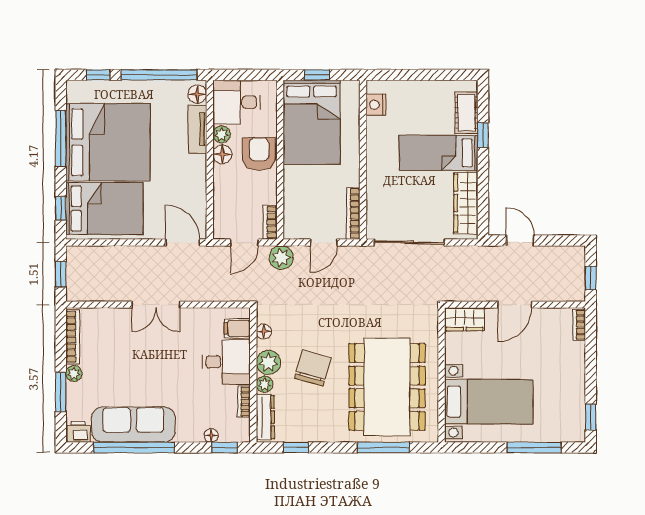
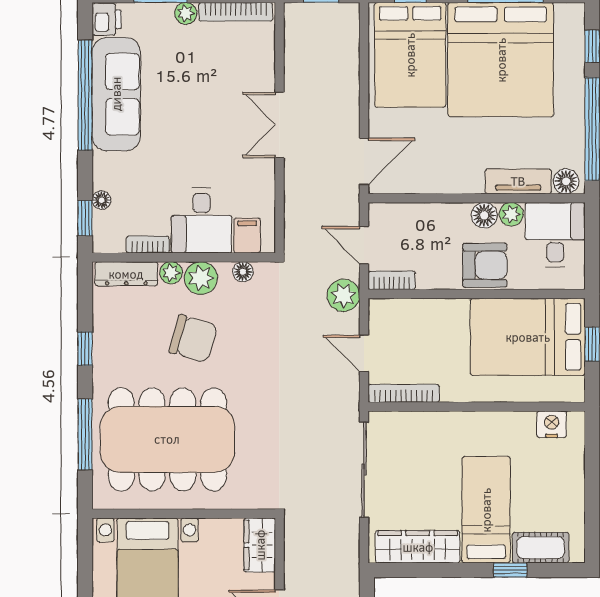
window: (296, 447) -> (85, 349), moved

